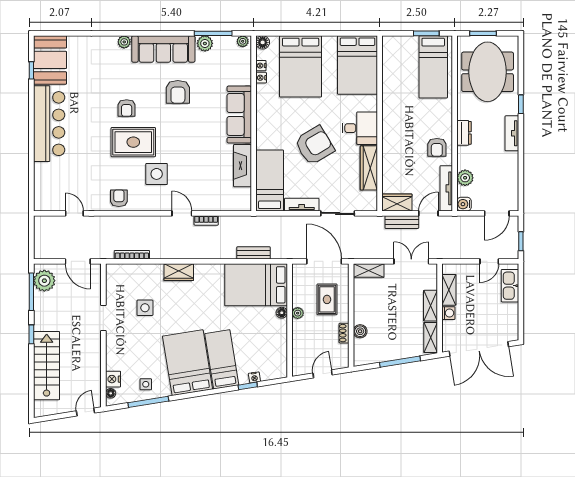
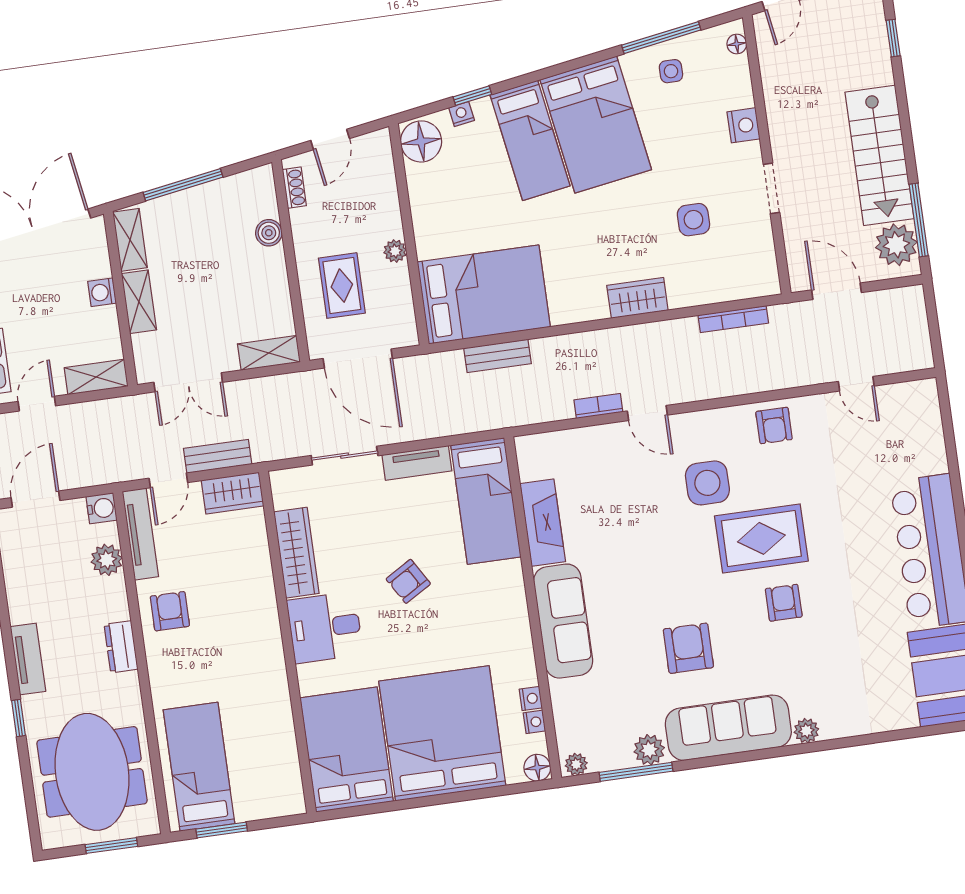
bed: (301, 66) -> (442, 733), width x1.36
armchair: (314, 146) -> (408, 581), width x0.53, depth x0.53
shelving: (449, 290) -> (96, 377), moved, turned 90
floor lamp: (282, 313) -> (421, 141), moved, width x1.89, depth x1.89
shoe rack: (344, 333) -> (294, 188), moved
window: (31, 334) -> (893, 38), moved
stairs: (47, 366) -> (879, 155), moved
nightstand: (113, 379) -> (743, 125), moved

